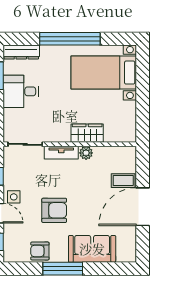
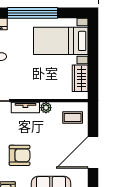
wardrobe: (87, 133) -> (80, 78), moved, turned -90
coffee table: (123, 181) -> (73, 118), moved

